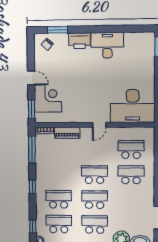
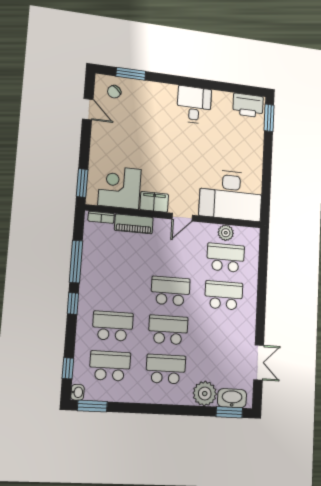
printer: (79, 41) -> (248, 105), moved
desk: (107, 45) -> (194, 105), width x0.73
door: (31, 78) -> (88, 109), moved
corner desk: (48, 99) -> (120, 187), moved, turned -90
filing cabinet: (80, 116) -> (154, 202), added
plant: (130, 133) -> (226, 233), added
window: (32, 150) -> (76, 262), moved

